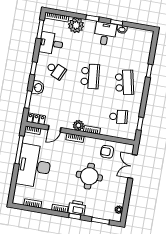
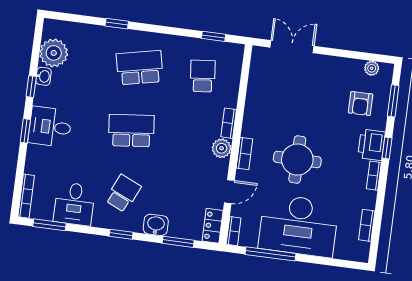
plant: (76, 25) -> (54, 53), moved
desk: (105, 34) -> (50, 127), moved
door: (54, 129) -> (229, 192), hinge flipped
armchair: (107, 152) -> (361, 104), moved
double door: (133, 166) -> (292, 47), swing flipped
round table: (89, 176) -> (297, 160), moved

